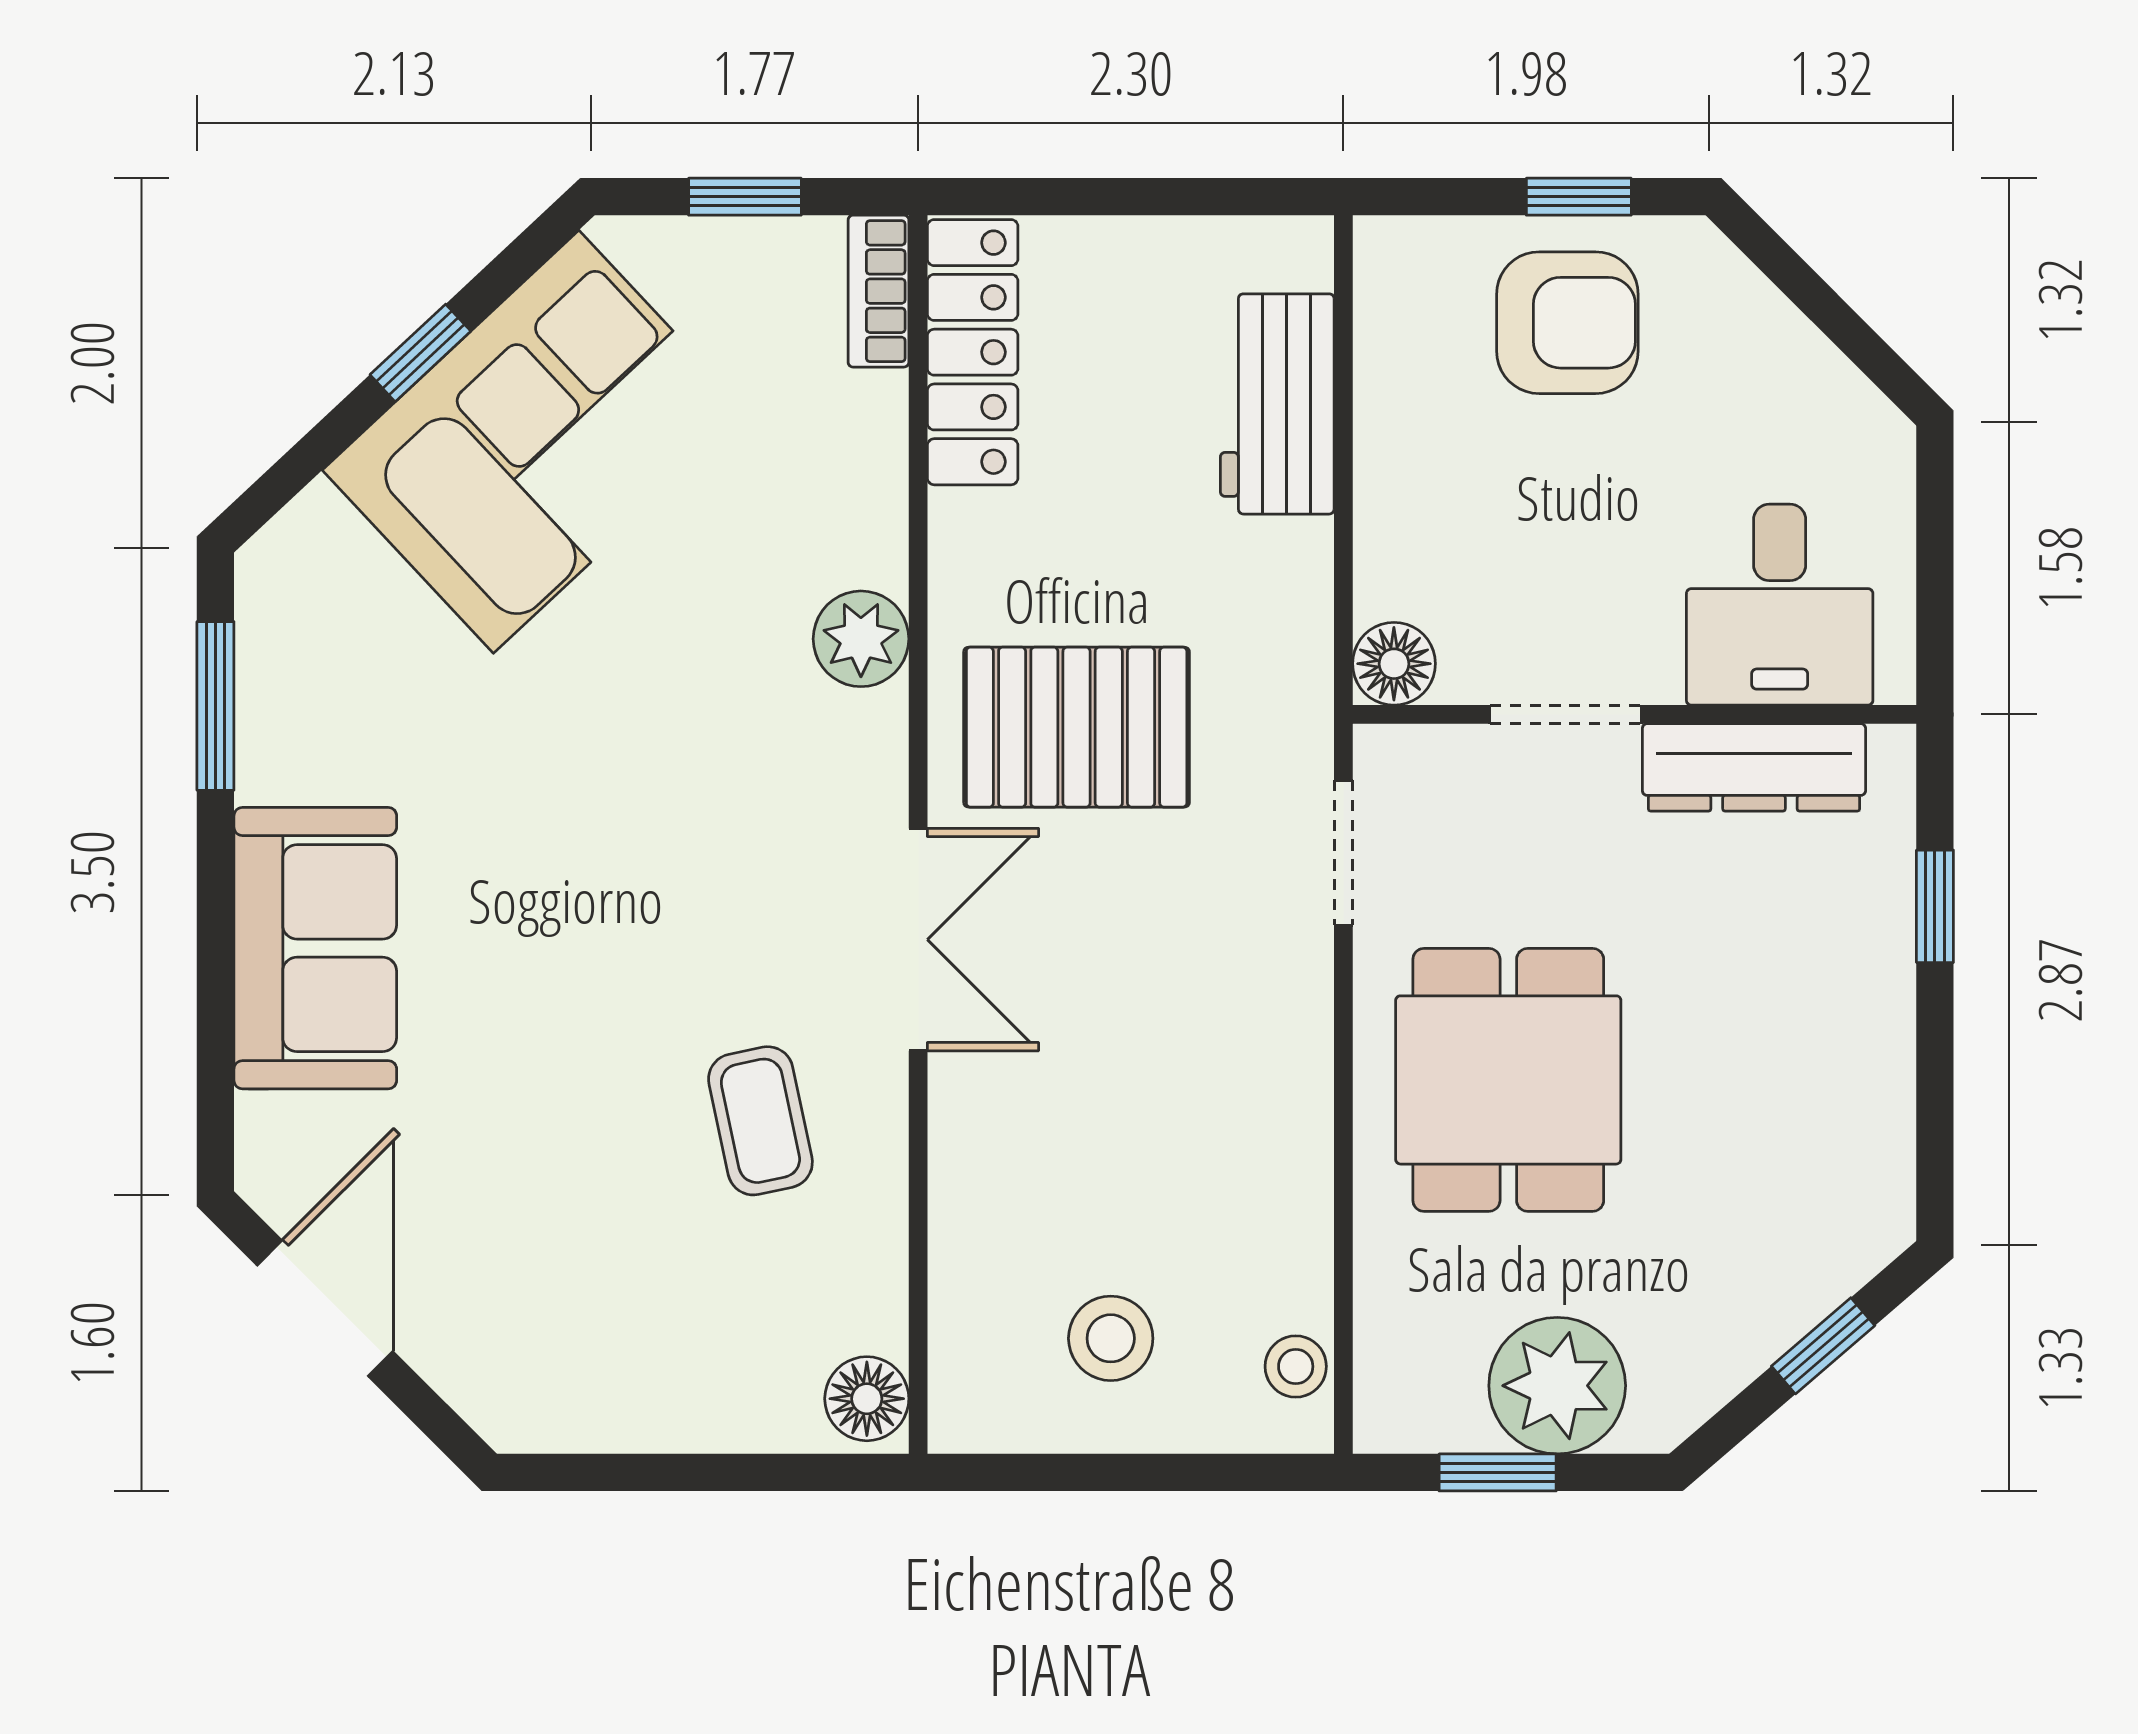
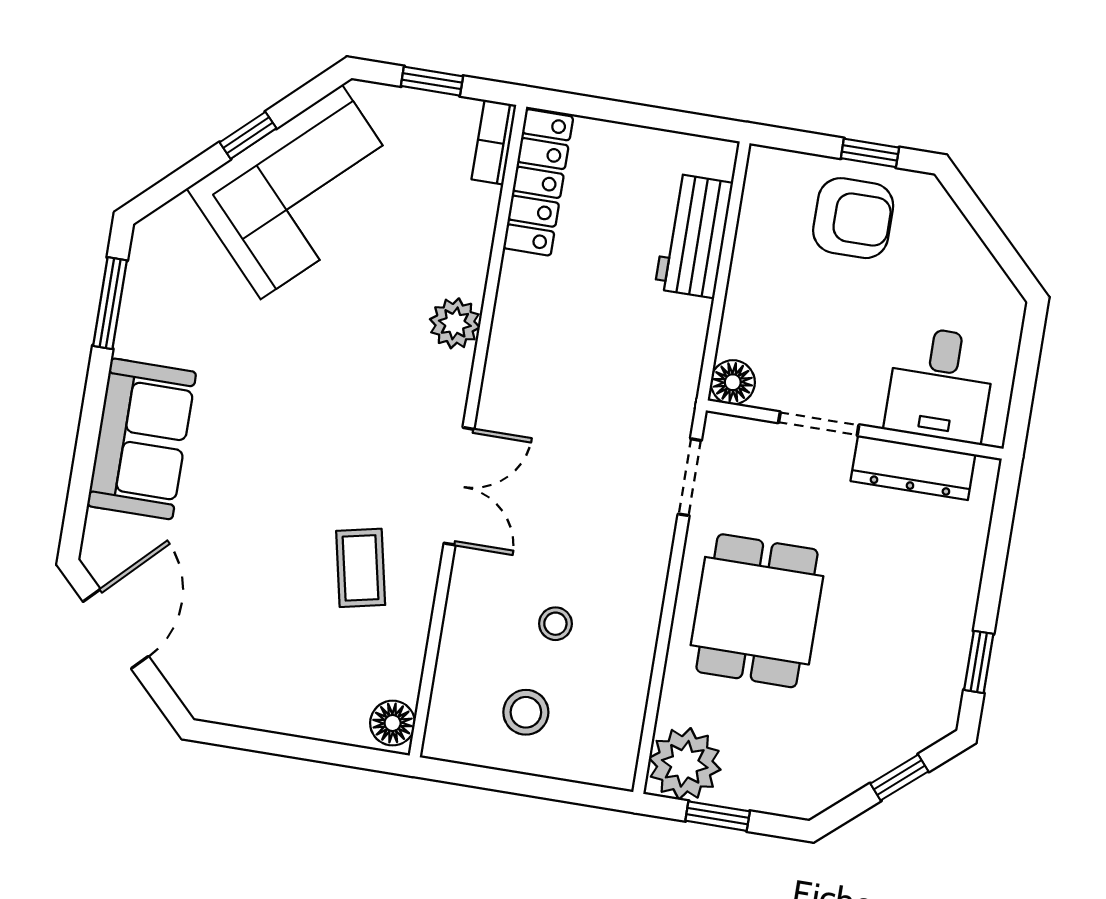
pallet: (1077, 727) -> (561, 388), removed
window: (1935, 906) -> (979, 662), moved
stool: (1296, 1366) -> (555, 624), moved
plant: (1557, 1386) -> (685, 764), moved

